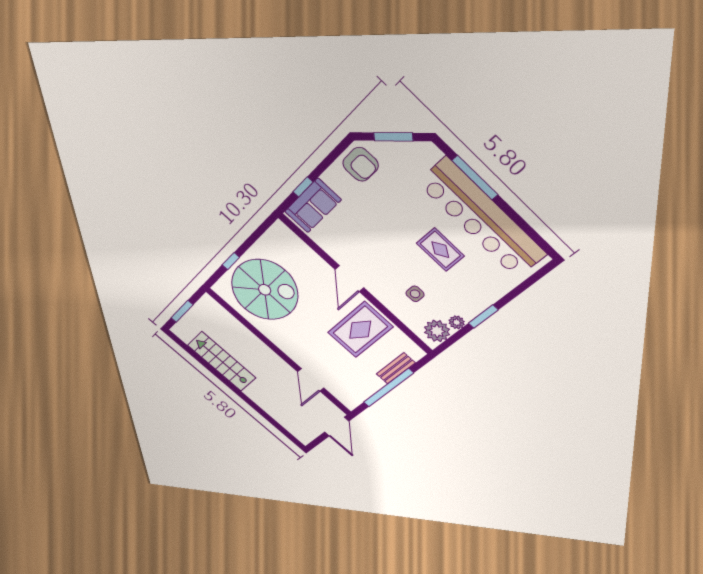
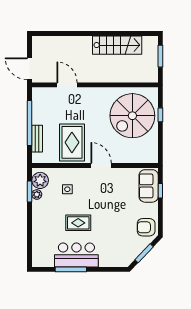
window: (475, 178) -> (71, 269), moved
bar counter: (482, 219) -> (76, 255), width x0.54
window: (483, 316) -> (30, 192), moved

